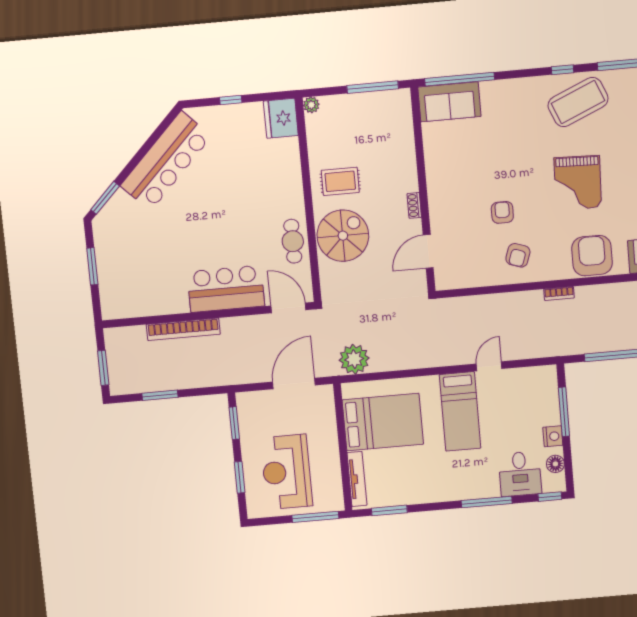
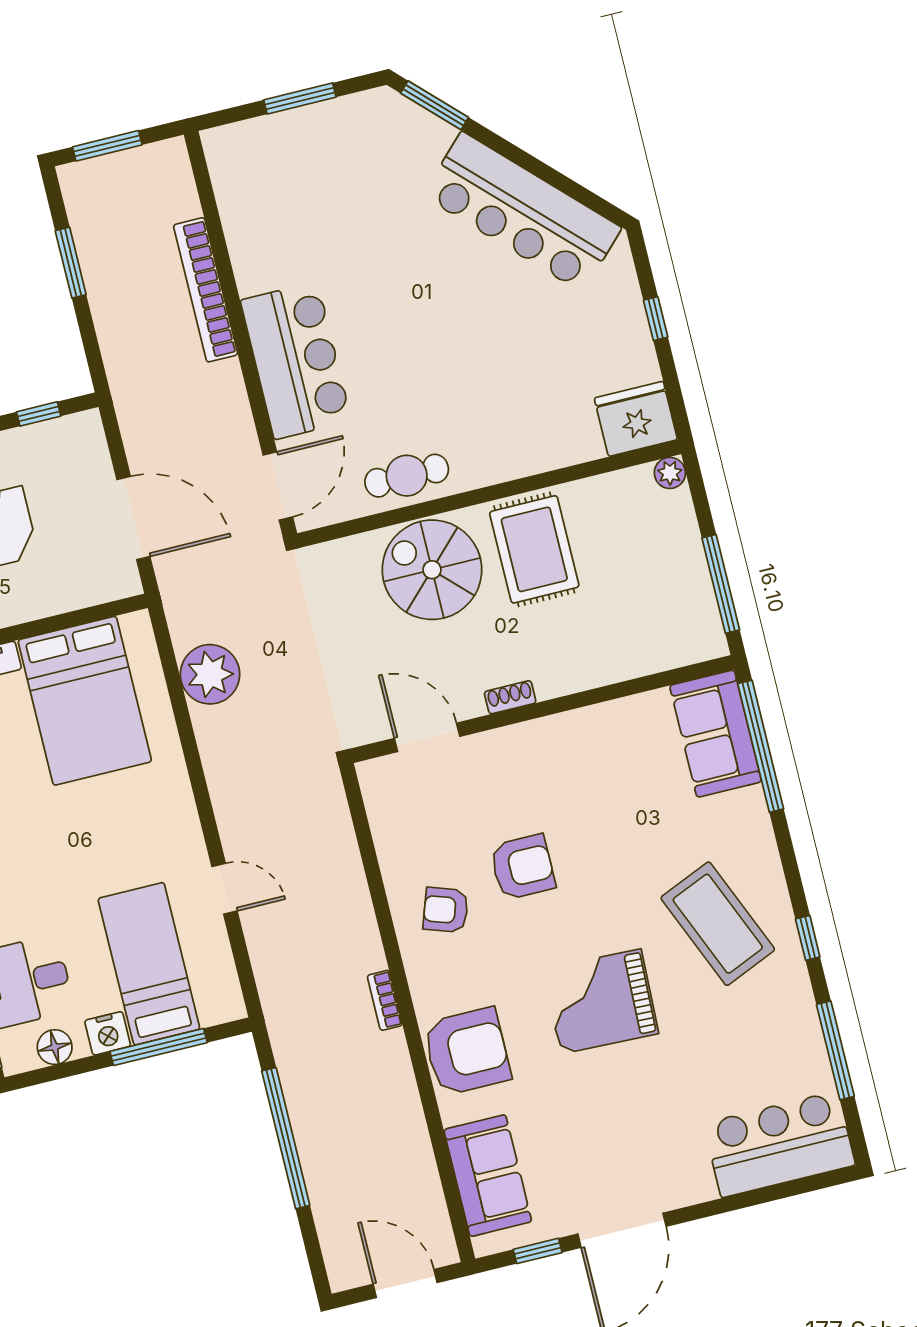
coffee table: (578, 102) -> (718, 924), moved
rug: (340, 181) -> (534, 549), width x1.36, depth x1.43
armchair: (502, 212) -> (523, 867), width x1.38, depth x1.38
spiral stairs: (343, 236) -> (432, 570), turned 180
plant: (354, 359) -> (210, 674), moved
bed: (460, 411) -> (149, 964), moved, turned 90
window: (234, 423) -> (39, 414), width x0.67

